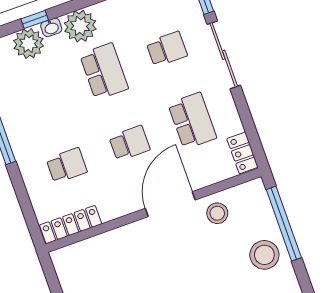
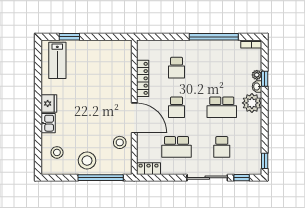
plant: (29, 43) -> (257, 75), width x0.53, depth x0.53
locker: (71, 225) -> (143, 78), moved

